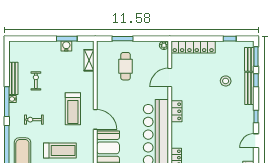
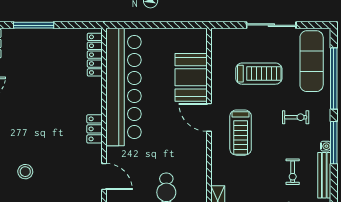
door: (170, 77) -> (104, 177), hinge flipped
treadmill: (73, 109) -> (241, 133), turned 180
treadmill: (60, 151) -> (259, 74), turned 180

